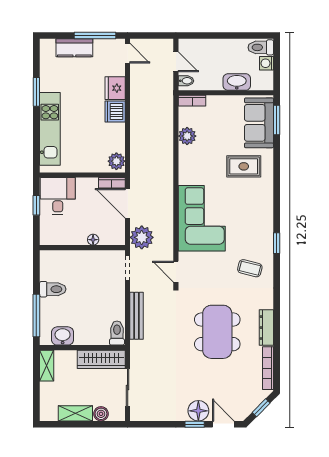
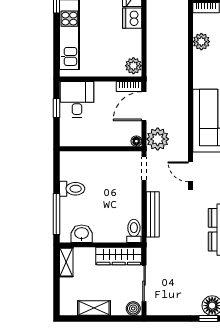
door: (128, 203) -> (144, 106), hinge flipped
floor lamp: (93, 240) -> (136, 141), moved
boiler: (101, 414) -> (133, 308), moved

